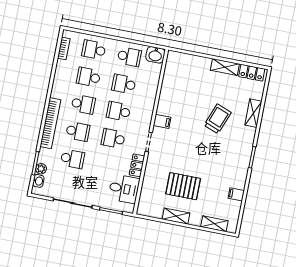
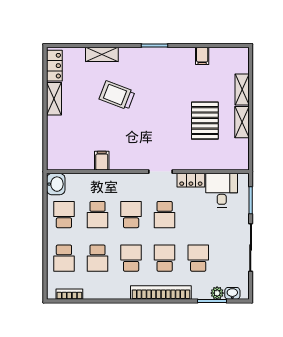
school desk: (119, 111) -> (131, 215), turned 180
filing cabinet: (162, 121) -> (102, 161), moved
shelving: (214, 224) -> (242, 90), moved

